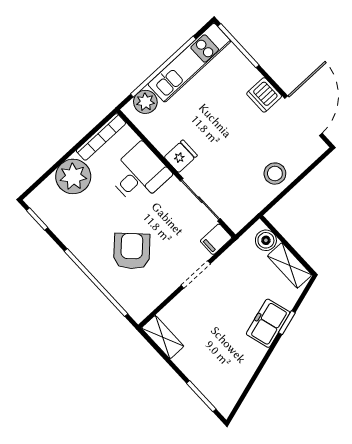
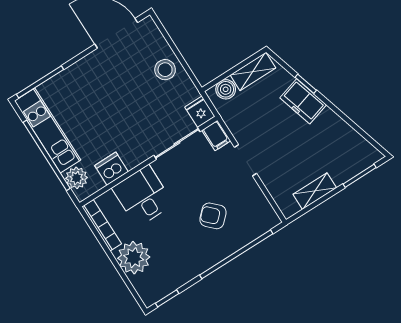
dishwasher: (264, 95) -> (111, 169), moved, turned 180
fridge: (181, 156) -> (200, 112), moved
armchair: (132, 251) -> (213, 216), width x0.72, depth x0.72
shelving: (163, 337) -> (315, 191), moved

